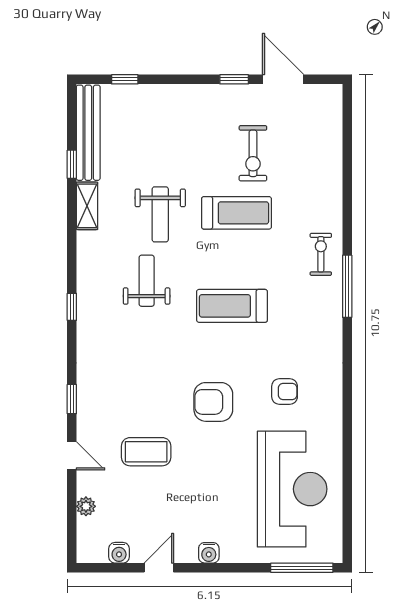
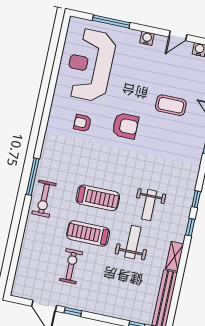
window: (72, 164) -> (190, 227), moved
exercise bike: (321, 254) -> (44, 199), width x1.38, depth x1.39
treadmill: (232, 306) -> (98, 198), moved
window: (302, 568) -> (111, 21), moved

